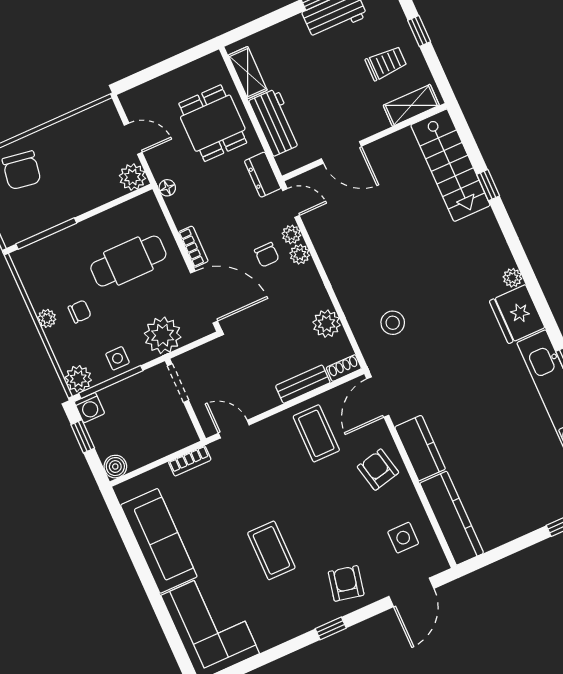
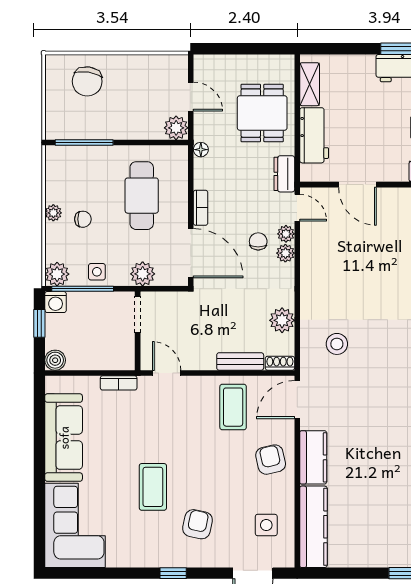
chair: (267, 255) -> (258, 241), turned 180
cafe table: (128, 261) -> (142, 196), turned 90
plant: (163, 335) -> (143, 274), width x0.73, depth x0.73
armchair: (346, 583) -> (197, 524), moved

